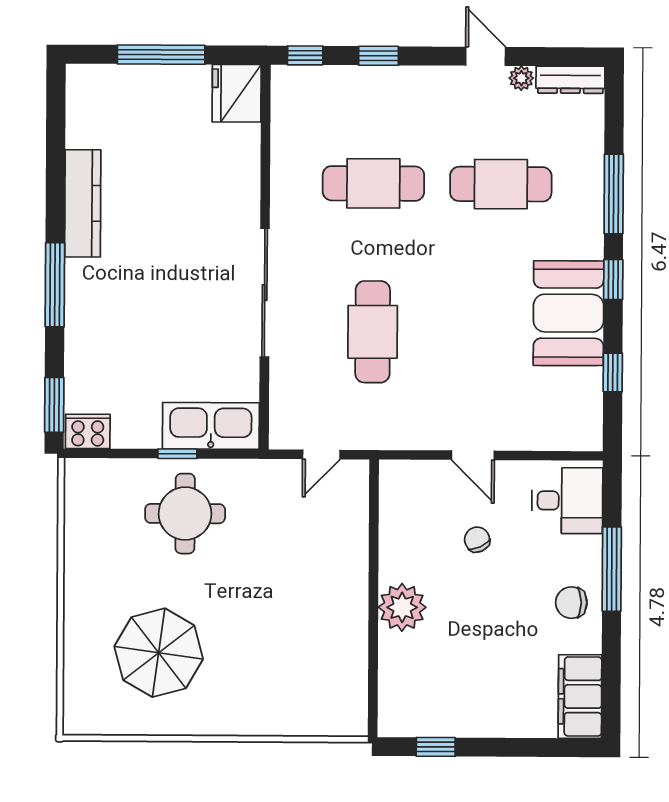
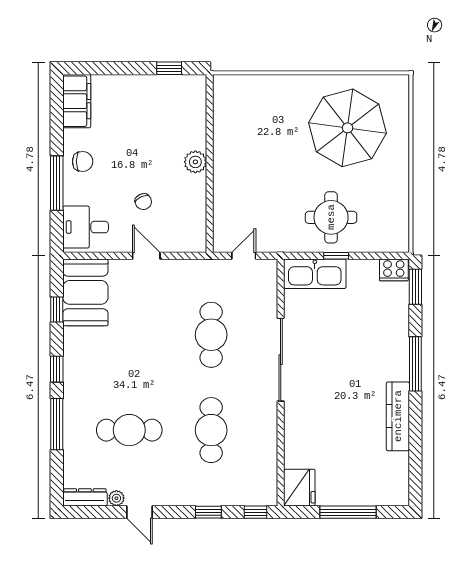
cafe table: (373, 183) -> (211, 430), turned 90
booth: (569, 313) -> (85, 292), moved
plant: (402, 607) -> (195, 162), width x0.73, depth x0.73
parasol: (159, 653) -> (348, 128), width x1.36, depth x1.36

